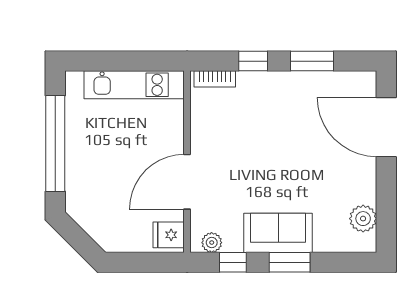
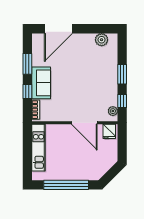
sofa: (278, 233) -> (41, 83), moved, turned 180

